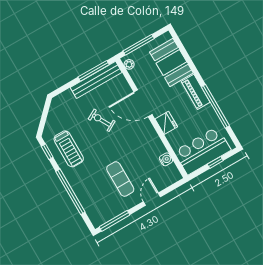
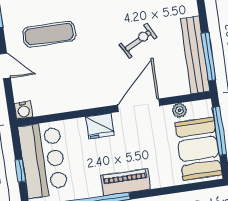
booth: (171, 63) -> (198, 149), moved, turned 90
plant: (129, 64) -> (179, 110), moved
water cooler: (166, 159) -> (24, 110), moved

